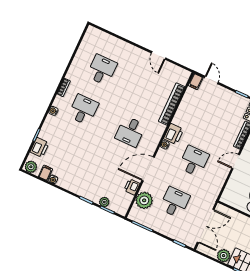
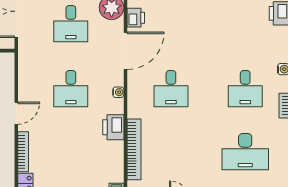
desk: (102, 70) -> (245, 152), width x1.37
desk: (130, 132) -> (171, 89), turned 180
printer: (174, 134) -> (113, 127), moved

